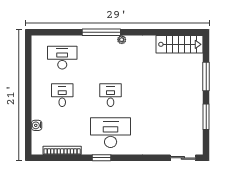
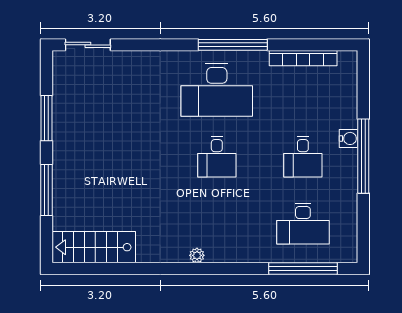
window: (101, 32) -> (303, 269), moved
window: (28, 95) -> (363, 156), added
water cooler: (37, 125) -> (349, 138), moved
window: (102, 158) -> (233, 45), width x2.11

